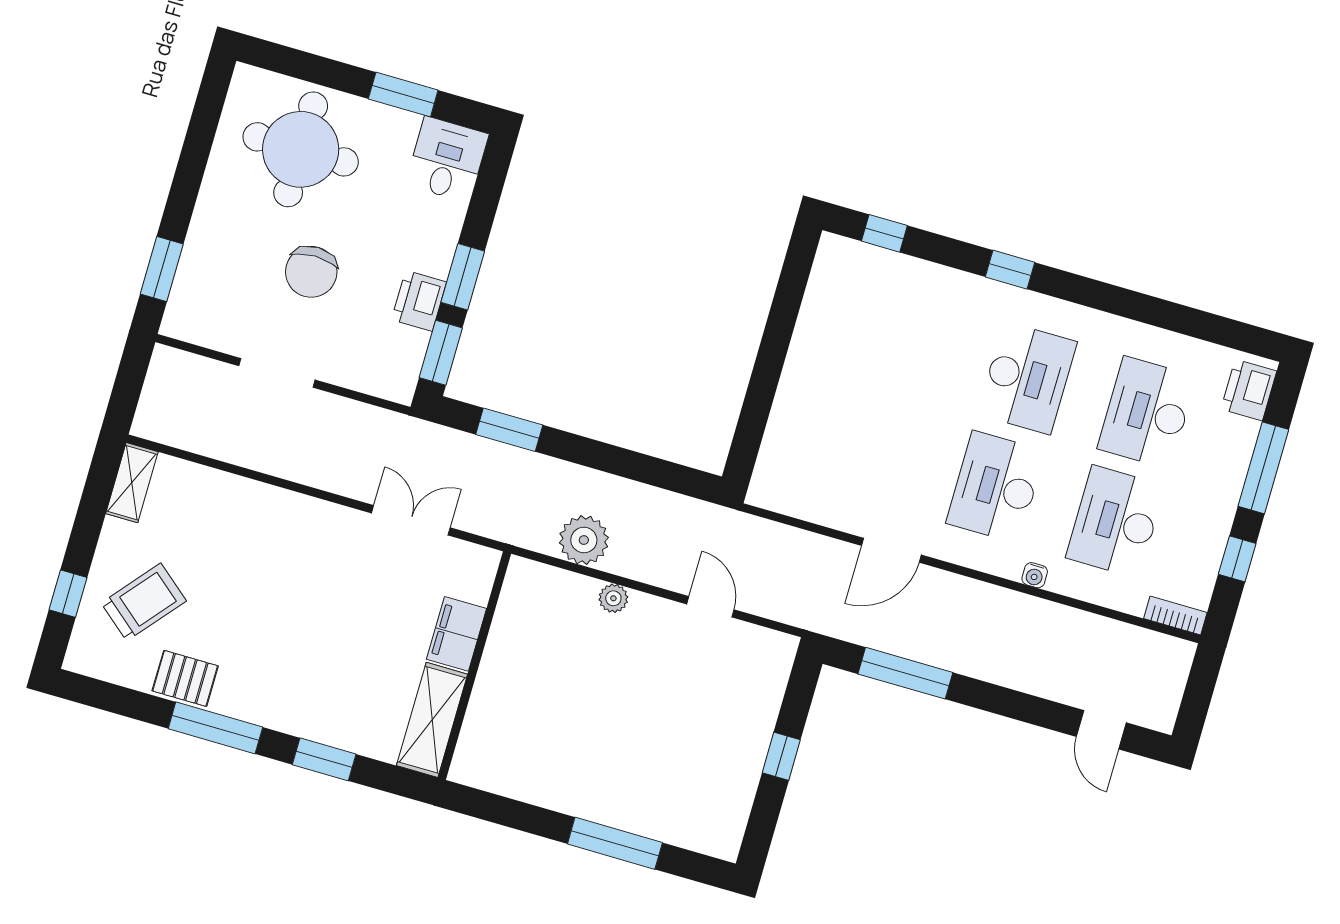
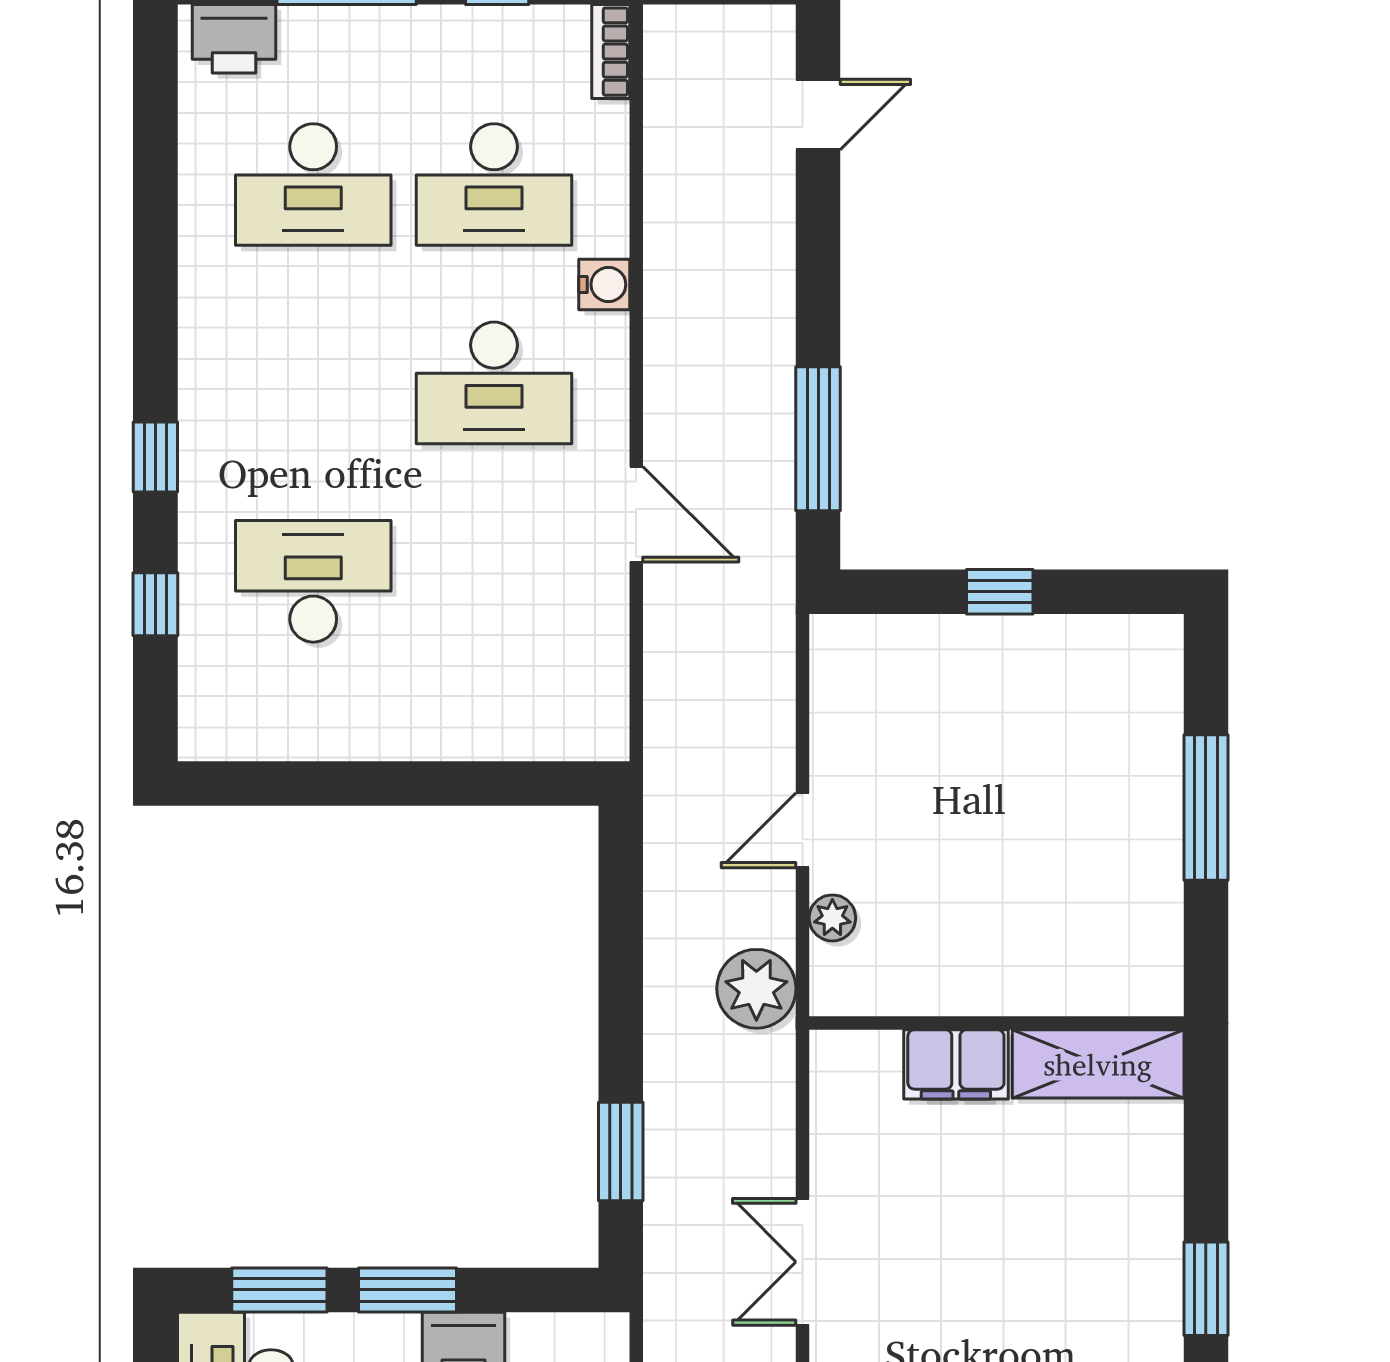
window: (884, 233) -> (155, 604), moved
window: (441, 353) -> (279, 1290), moved
desk: (1027, 378) -> (313, 581), moved
water cooler: (1035, 575) -> (604, 284), width x1.38, depth x1.38
door: (710, 607) -> (803, 830), moved
filing cabinet: (457, 634) -> (956, 1064), moved
wall: (474, 666) -> (997, 1023), moved
shelving: (432, 720) -> (1098, 1064), moved

